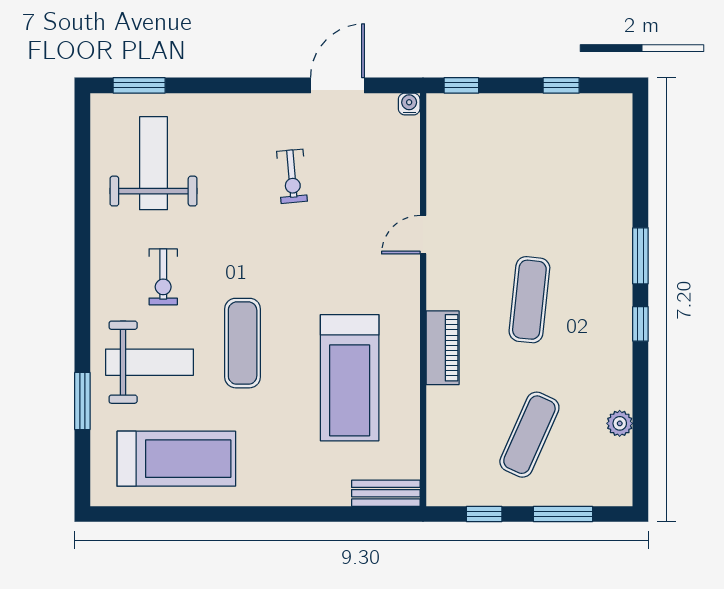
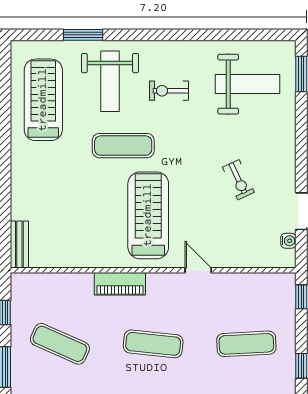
water cooler: (409, 104) -> (288, 241), moved
exercise mat: (529, 165) -> (246, 344), added
exercise bike: (292, 176) -> (238, 180), turned -110
treadmill: (350, 378) -> (148, 215), moved, turned 90
treadmill: (176, 459) -> (43, 100), turned 180

